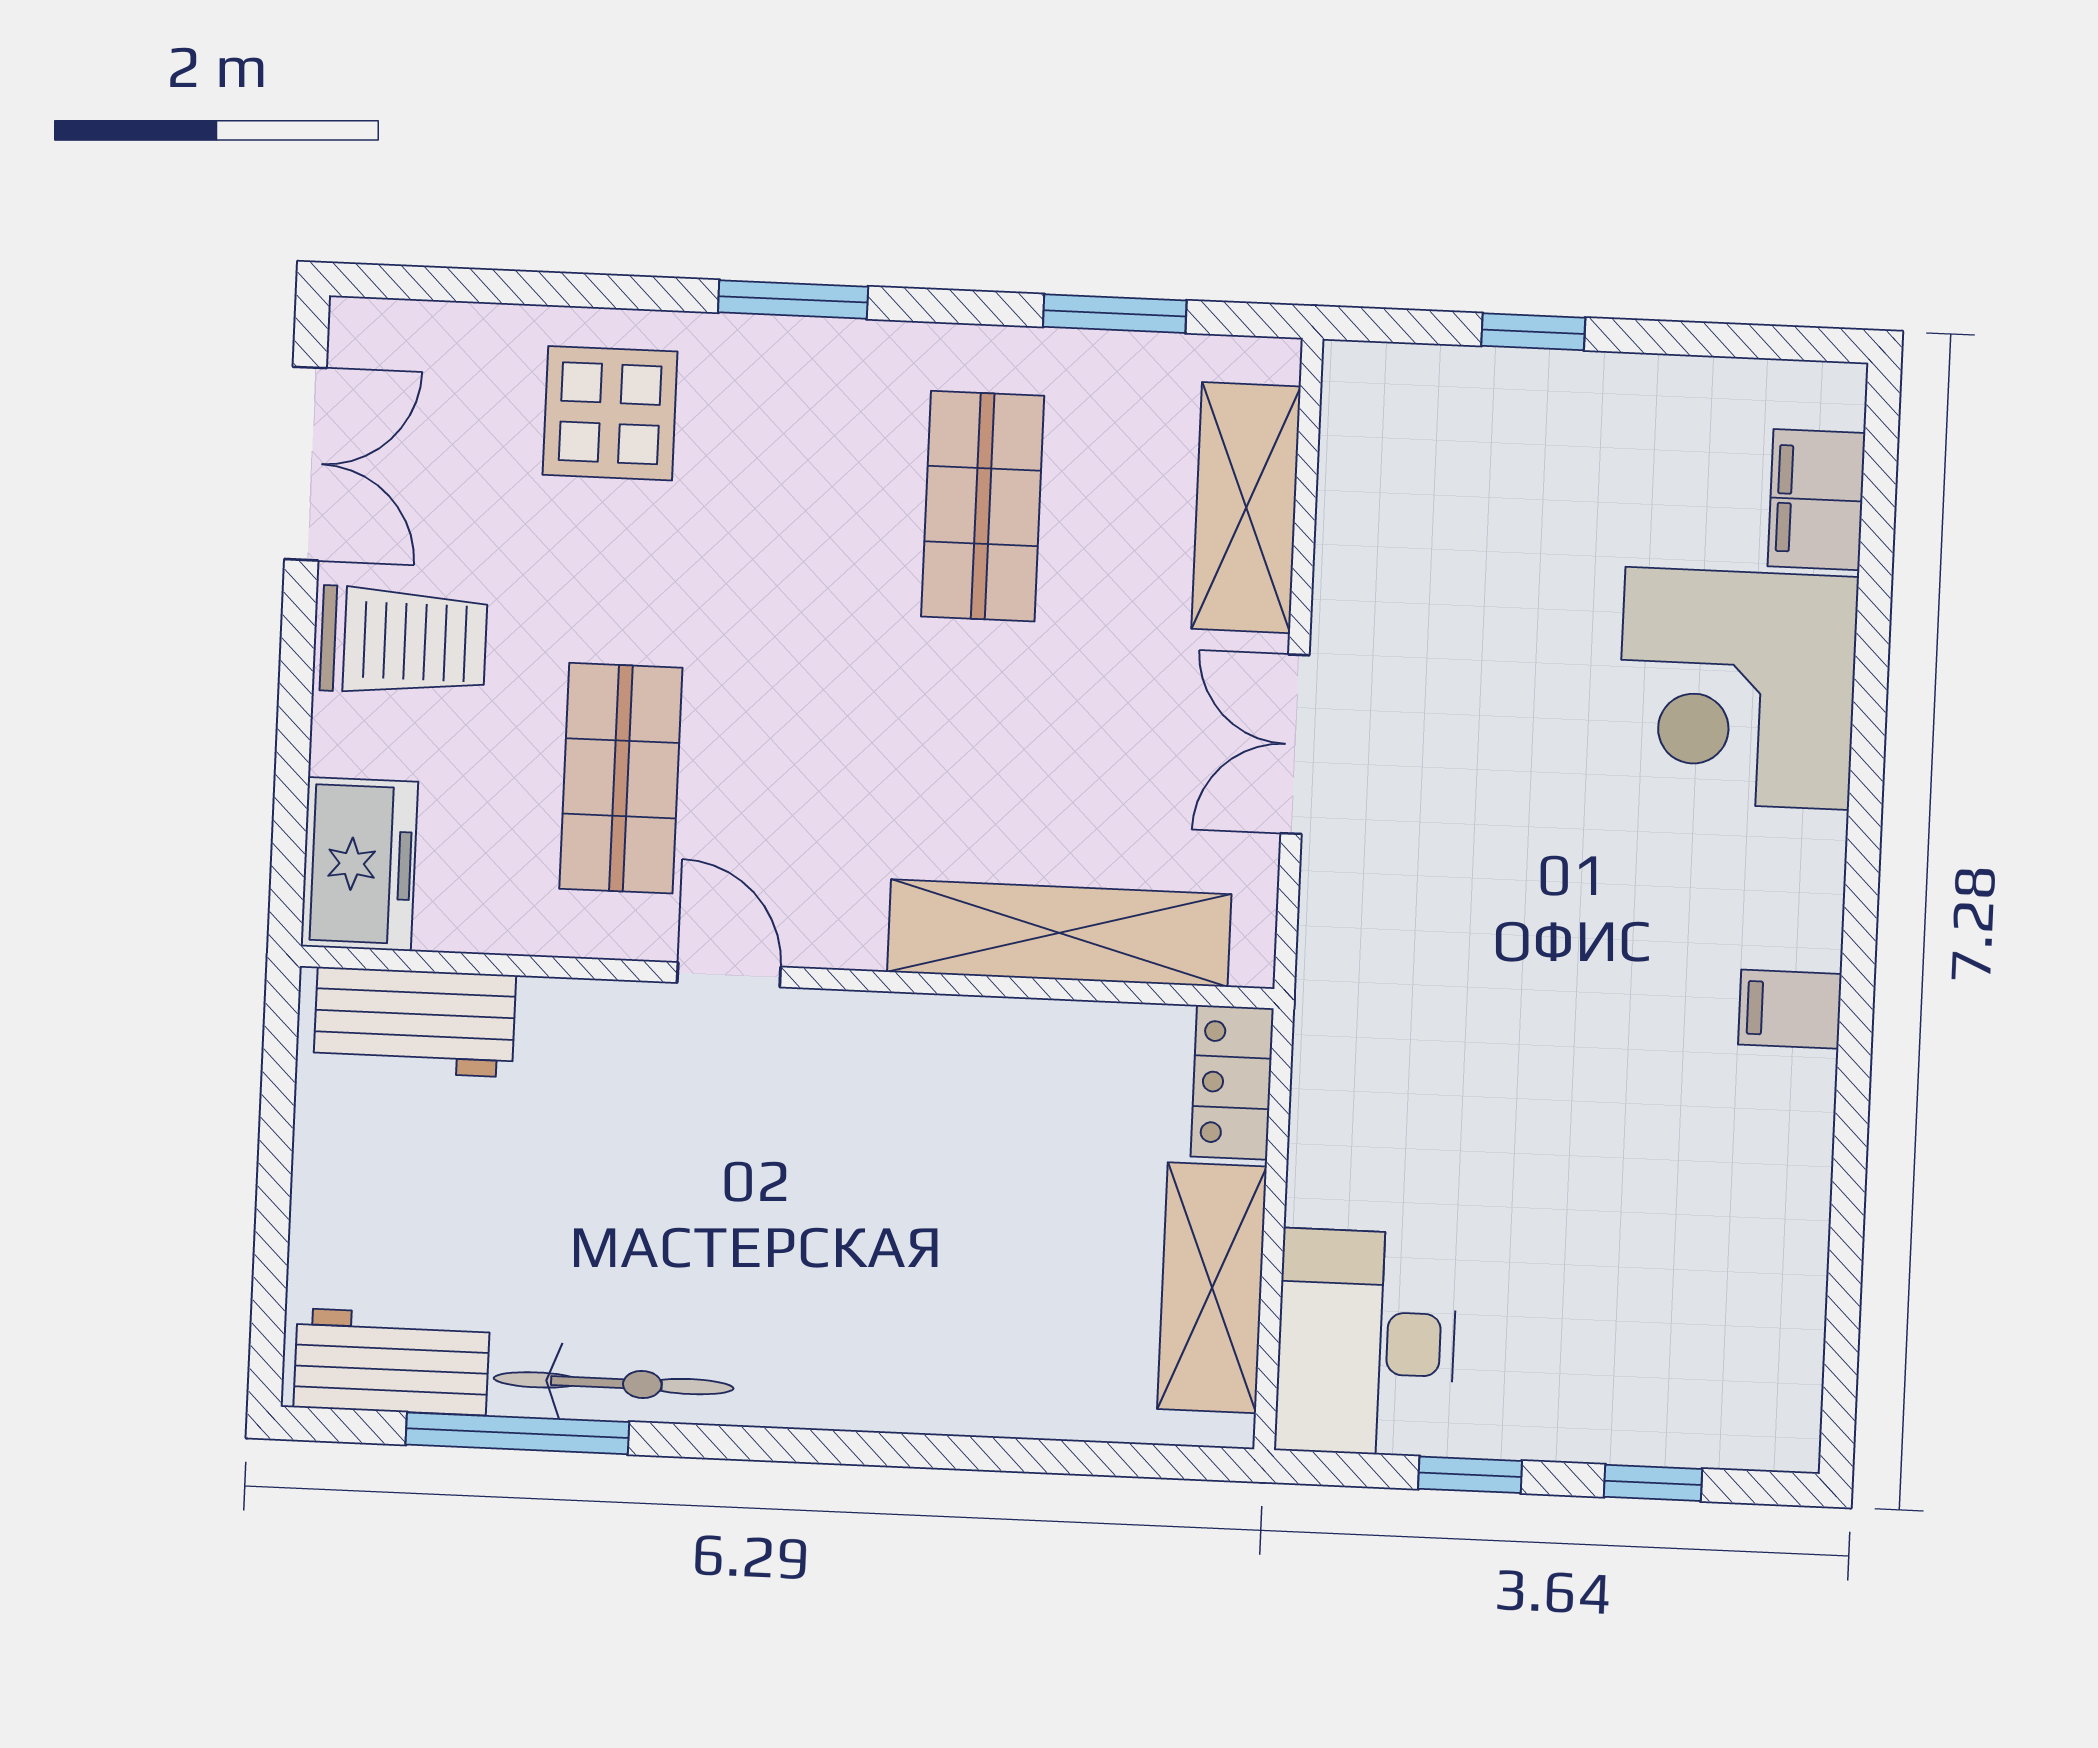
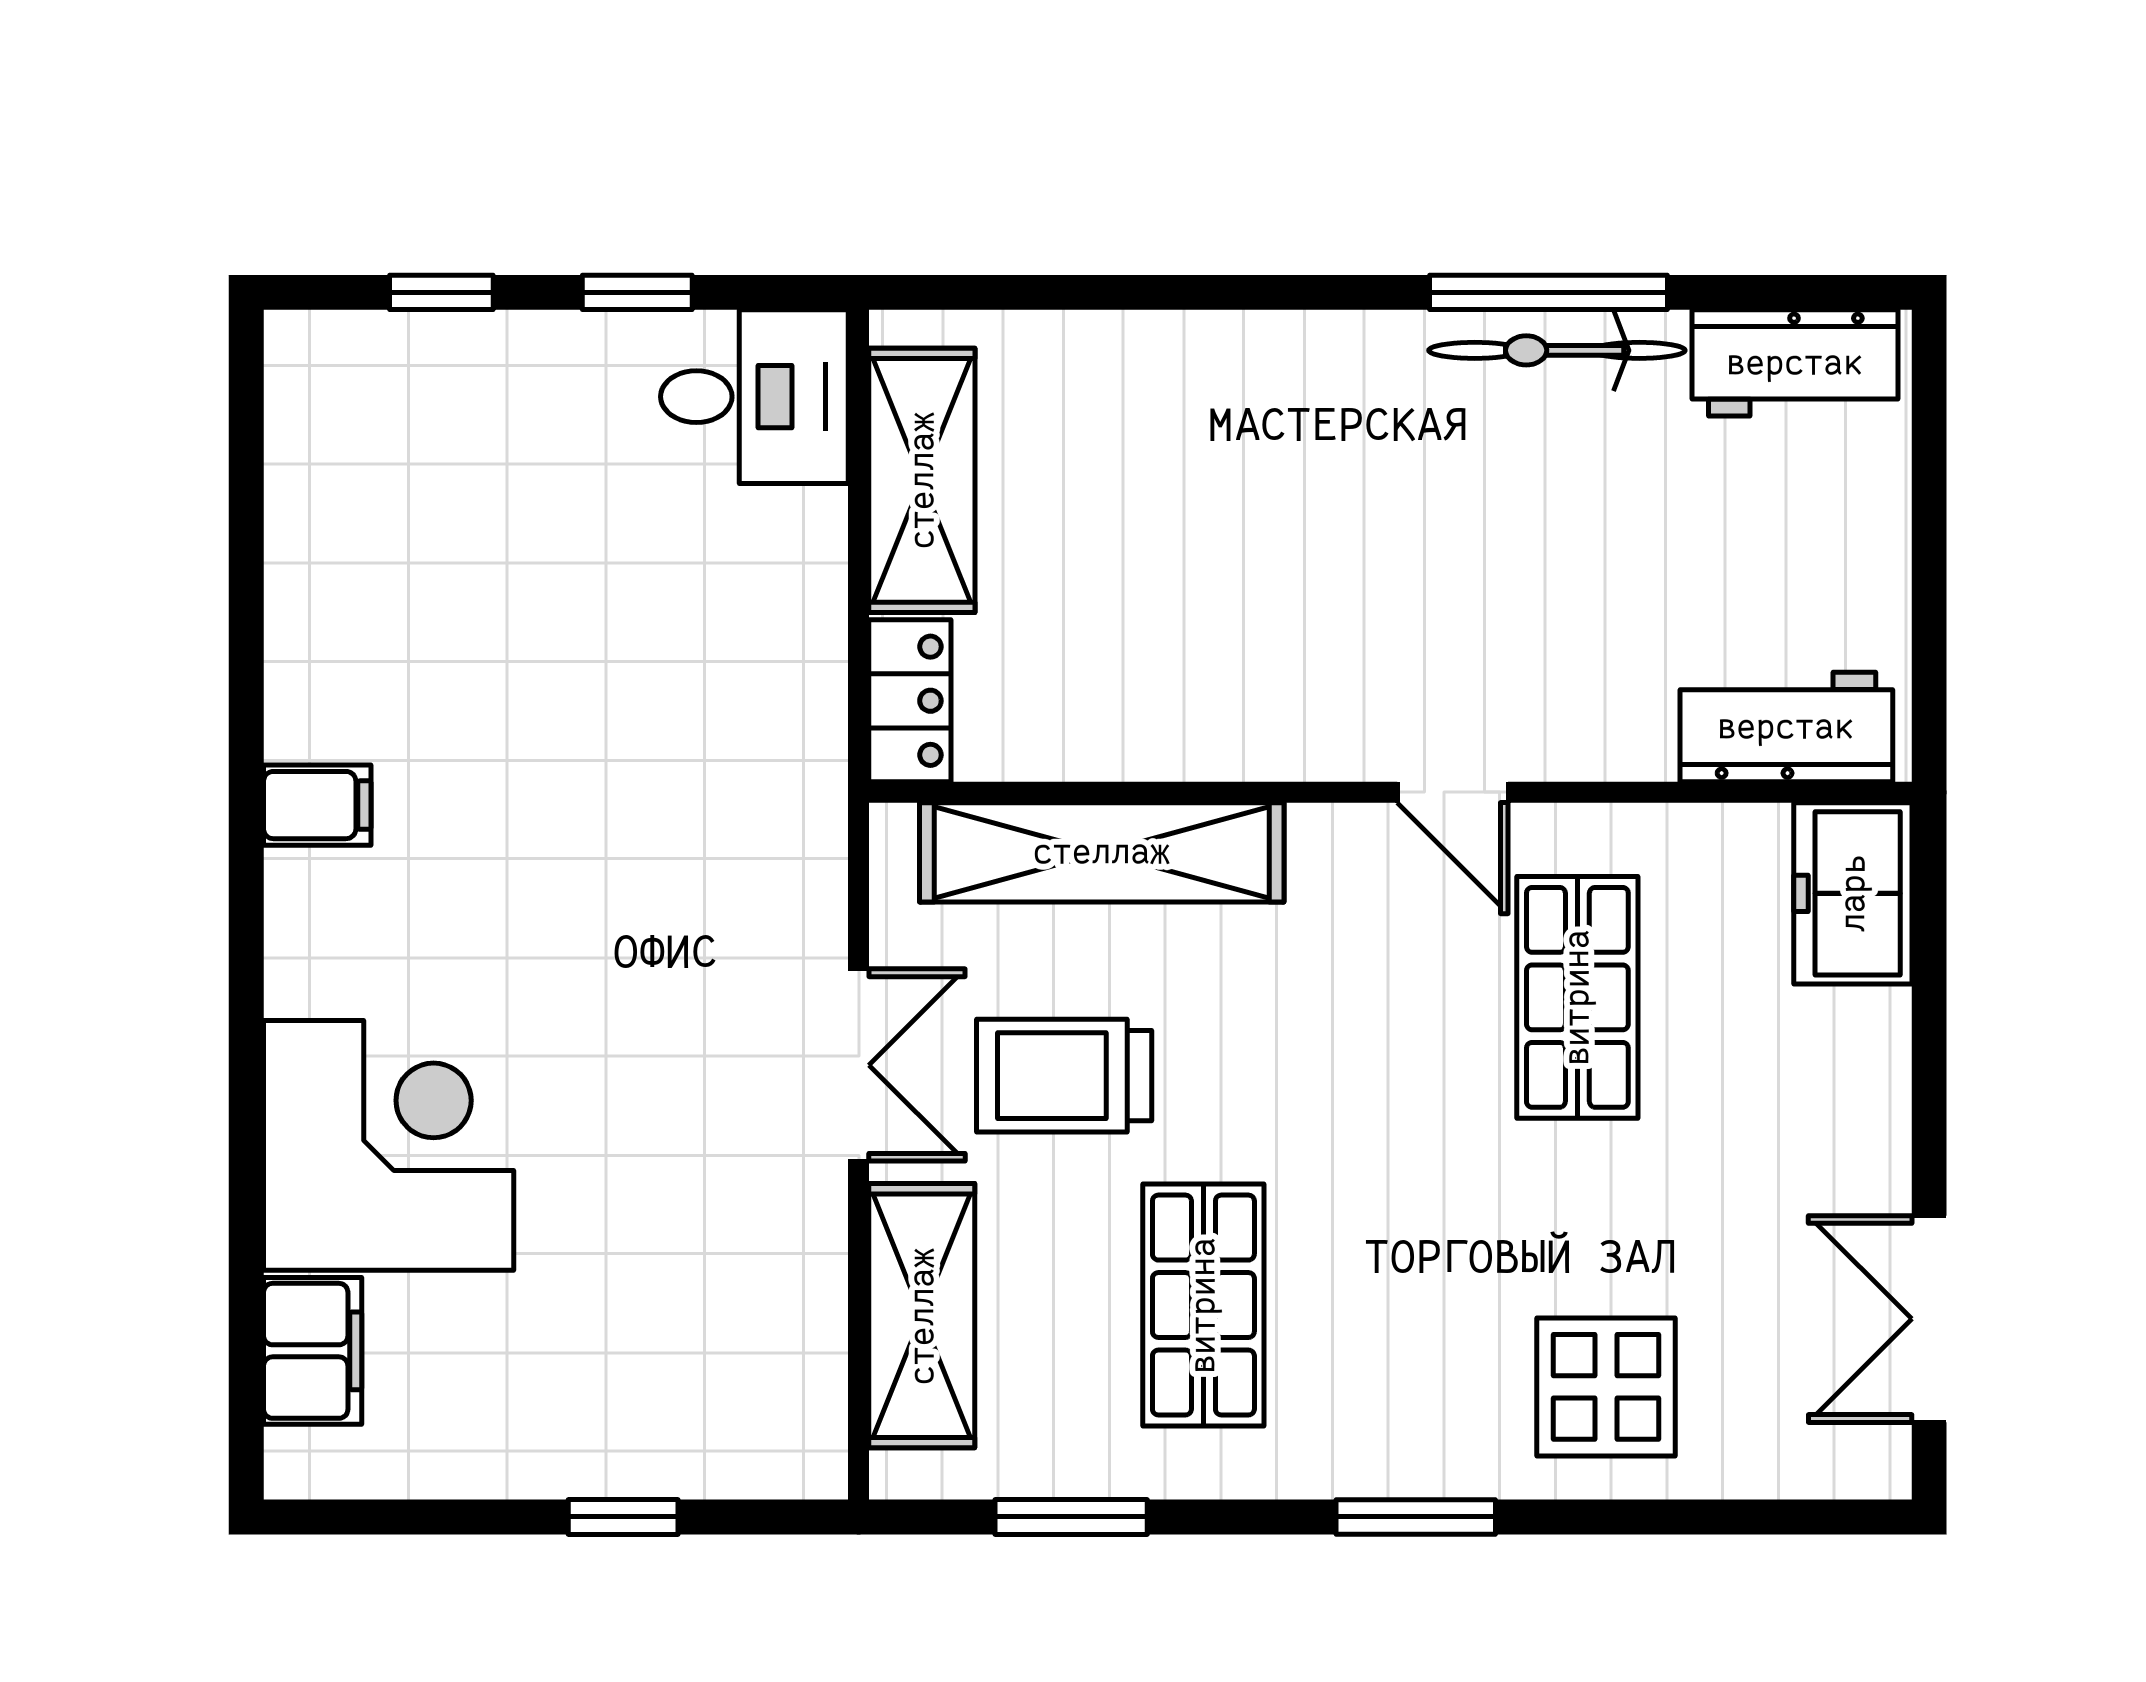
trolley: (404, 641) -> (1064, 1076), moved
desk: (1366, 1343) -> (754, 397), width x0.73
window: (517, 1433) -> (1549, 292), moved

